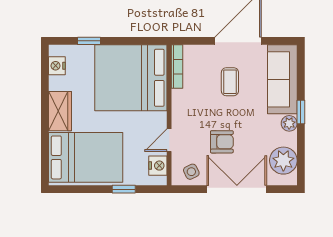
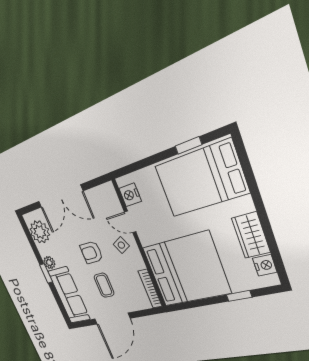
wardrobe: (60, 111) -> (251, 235), moved
door: (169, 140) -> (130, 222), swing flipped
armchair: (222, 142) -> (91, 252), moved
side table: (191, 172) -> (121, 245), moved
window: (124, 189) -> (188, 145), moved

